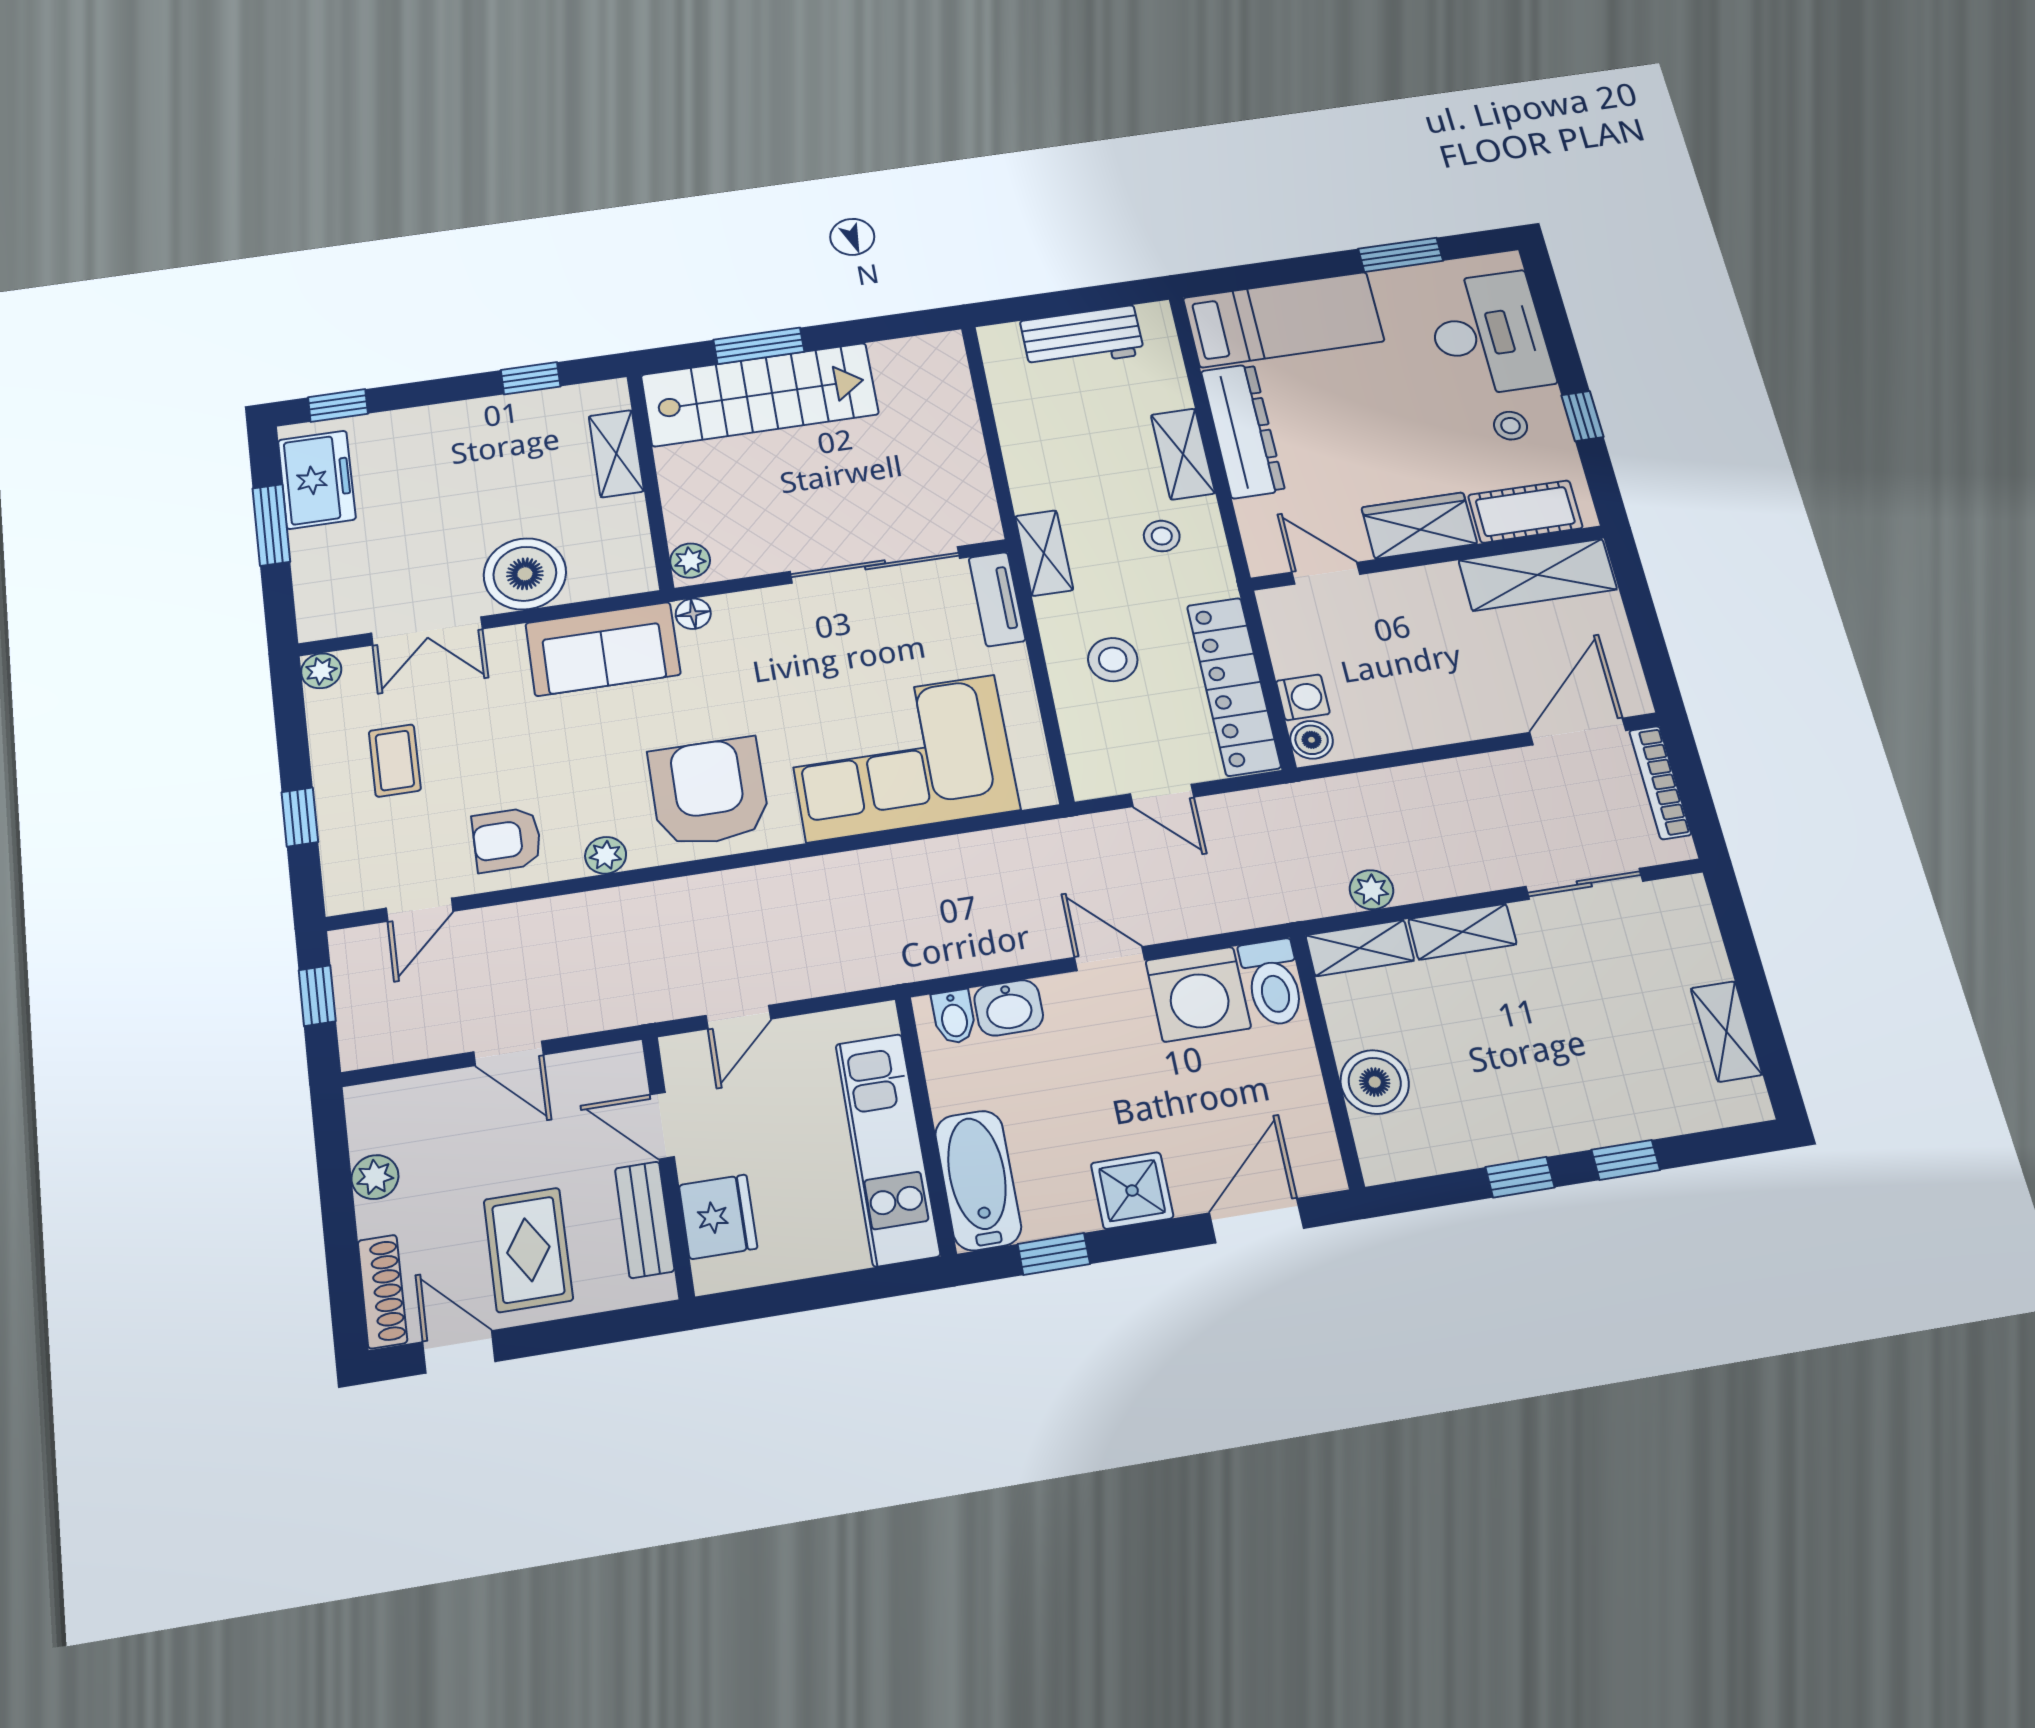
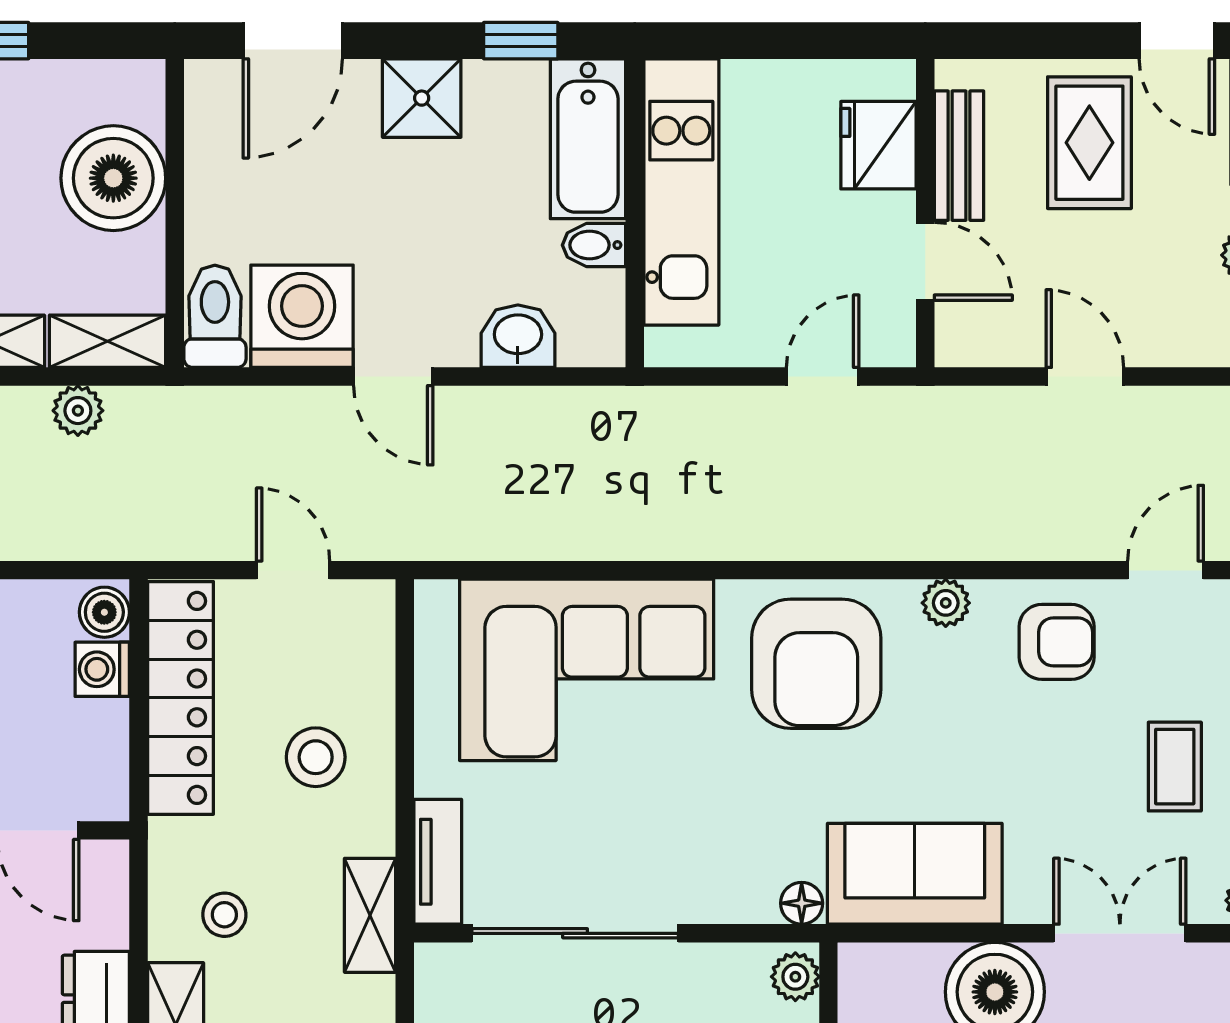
bidet: (954, 1017) -> (594, 245), moved, turned -90
boiler: (1375, 1082) -> (113, 178), width x1.37, depth x1.37

